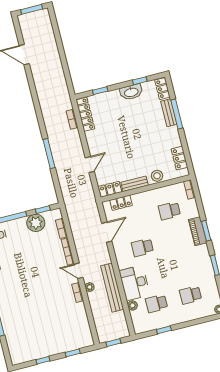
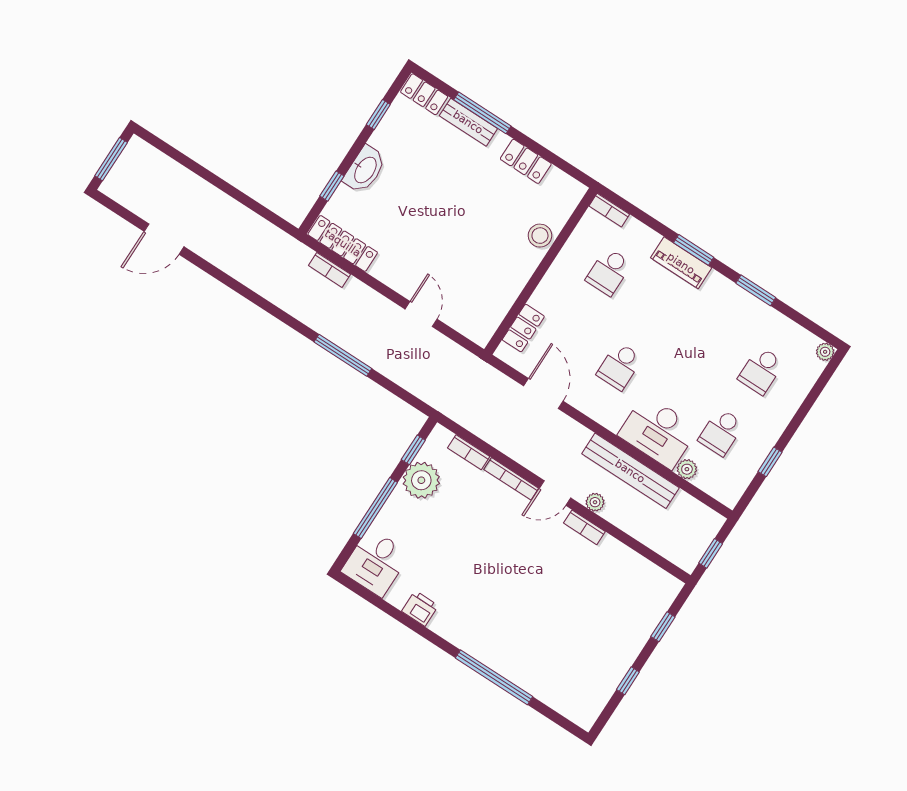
washbasin: (131, 92) -> (365, 170), moved
locker: (179, 158) -> (526, 161), moved
bench: (135, 184) -> (517, 280), removed
locker: (110, 189) -> (487, 323), removed

